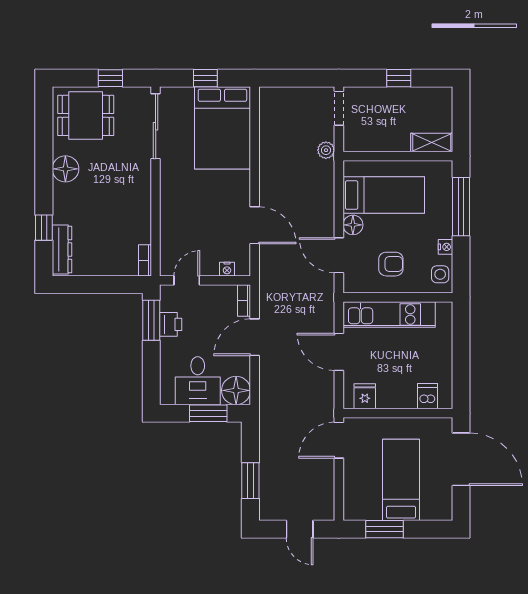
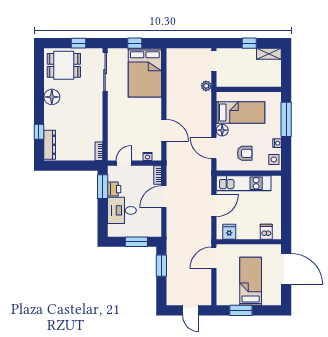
shelving: (432, 143) -> (269, 54), moved
door: (339, 352) -> (214, 205), swing flipped
desk: (198, 381) -> (122, 210), moved, turned 90
floor lamp: (236, 390) -> (153, 228), removed
window: (250, 481) -> (161, 266), moved

